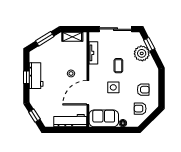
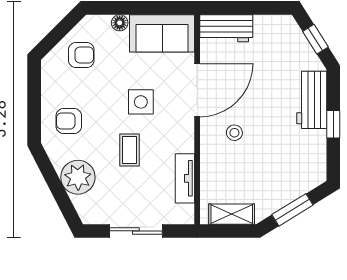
sliding door: (116, 29) -> (136, 231), width x0.73
window: (149, 44) -> (61, 197), removed
workbench: (36, 76) -> (312, 100), moved
armchair: (143, 90) -> (69, 121), moved
workbench: (70, 121) -> (226, 28), width x0.73

